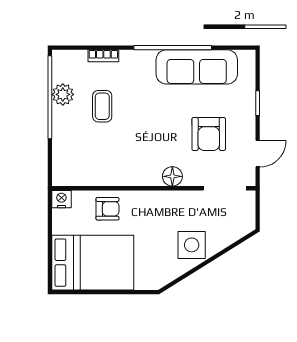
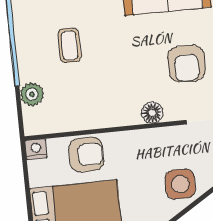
plant: (63, 94) -> (32, 94), moved
armchair: (107, 209) -> (86, 154), width x1.38, depth x1.38

